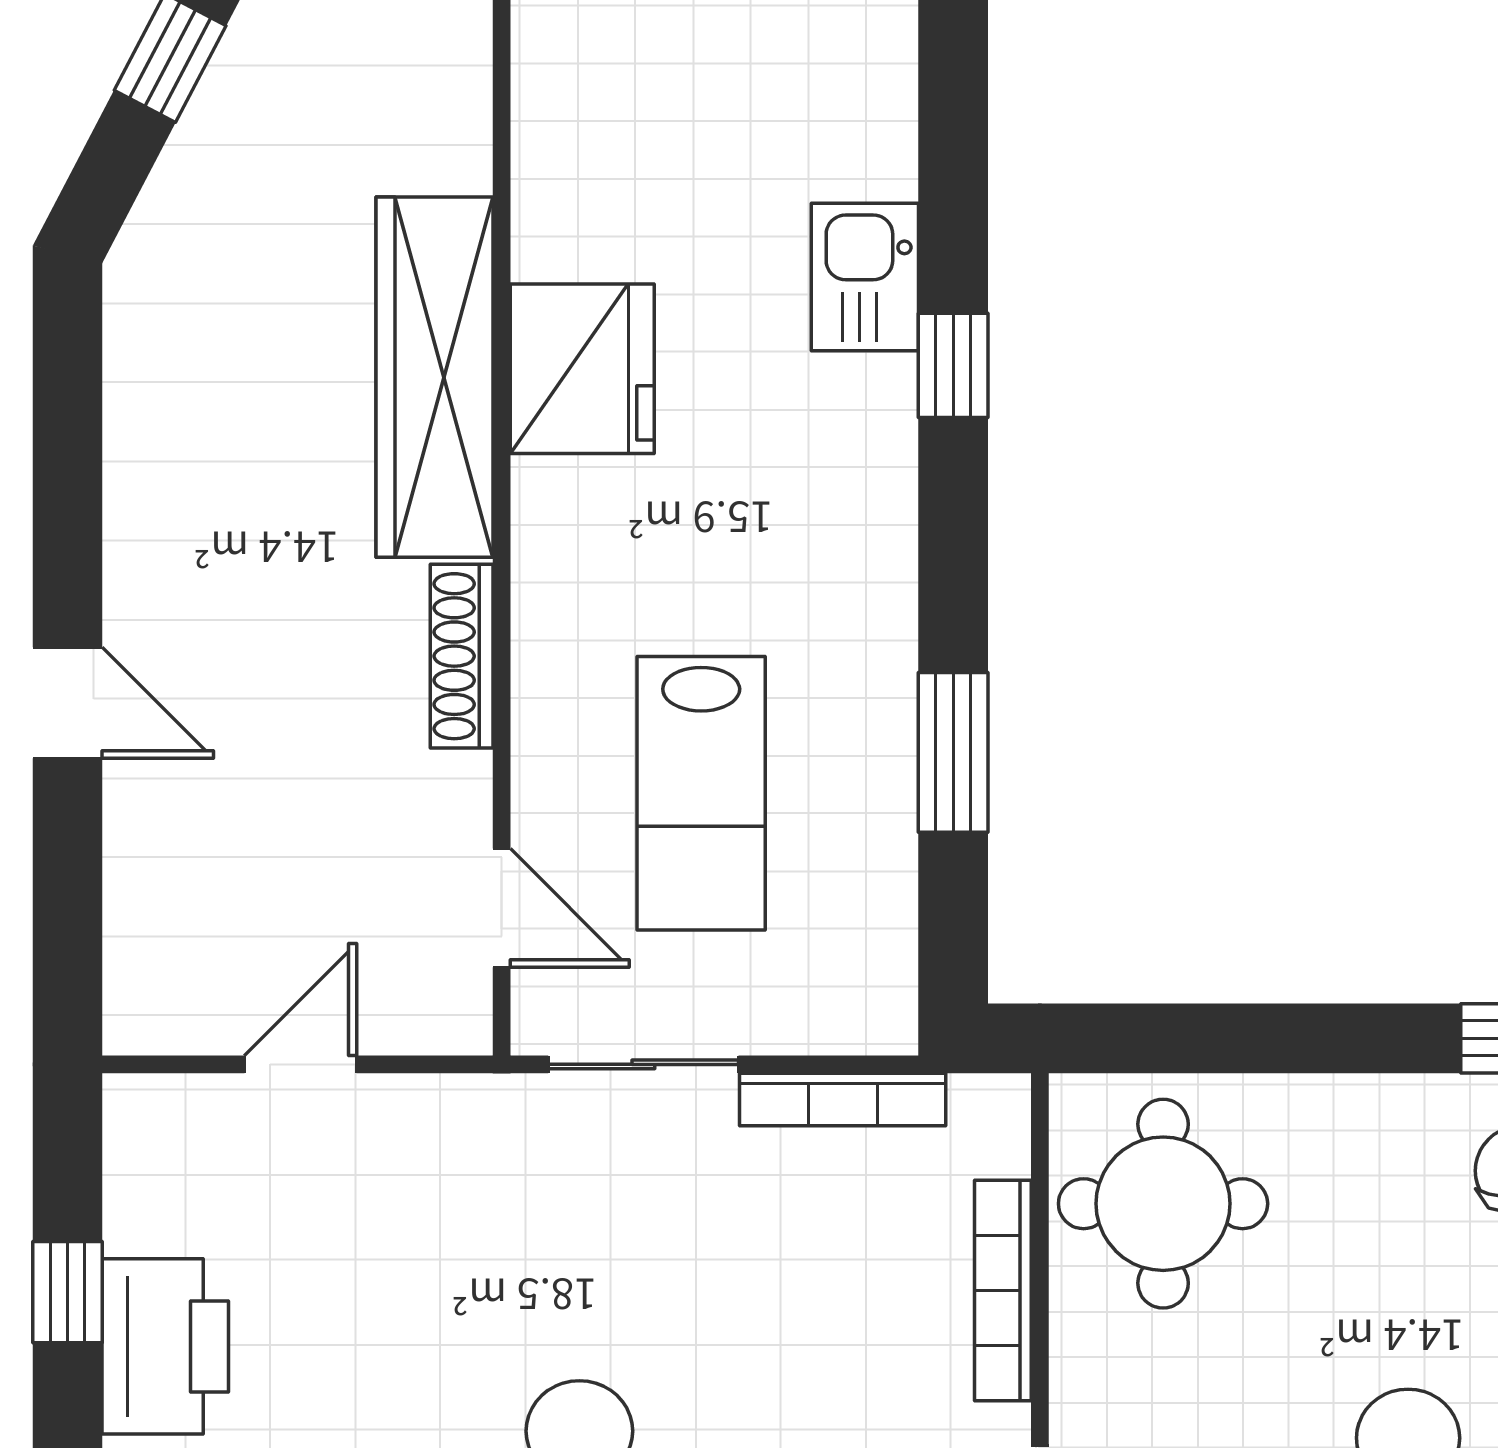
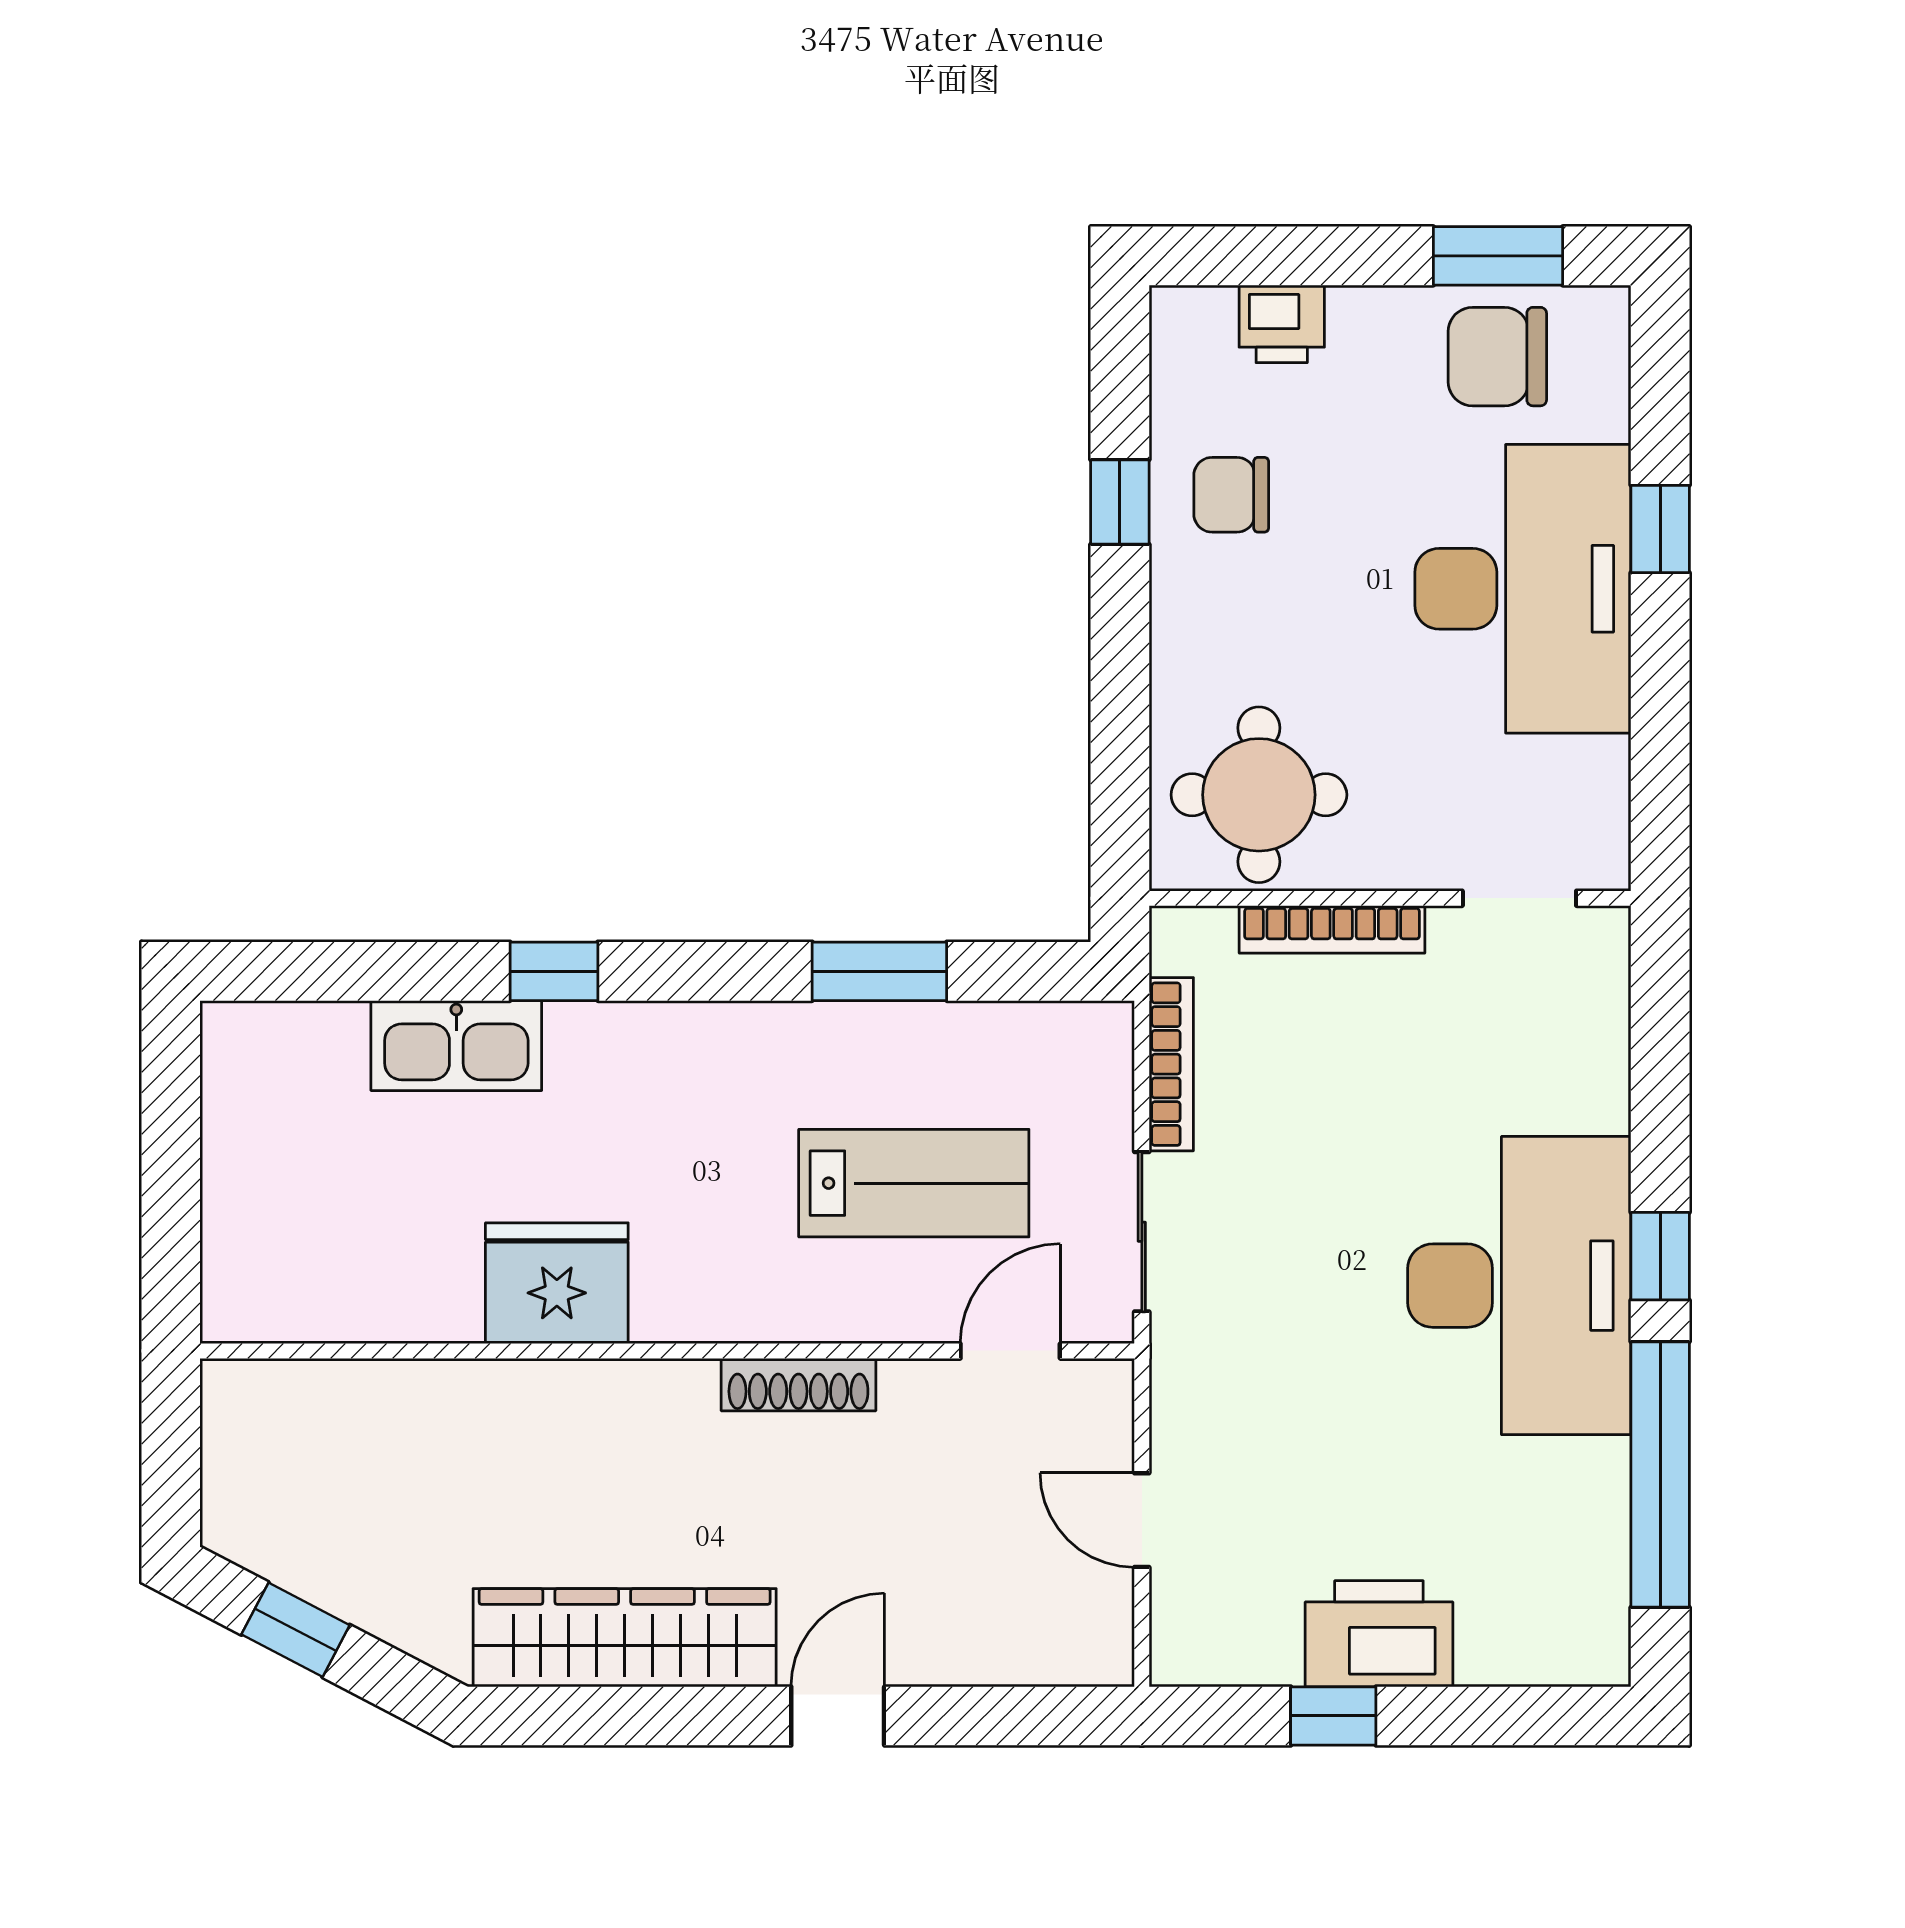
kitchen sink: (865, 277) -> (456, 1046), width x1.38
wardrobe: (435, 377) -> (625, 1638), moved, turned 180

